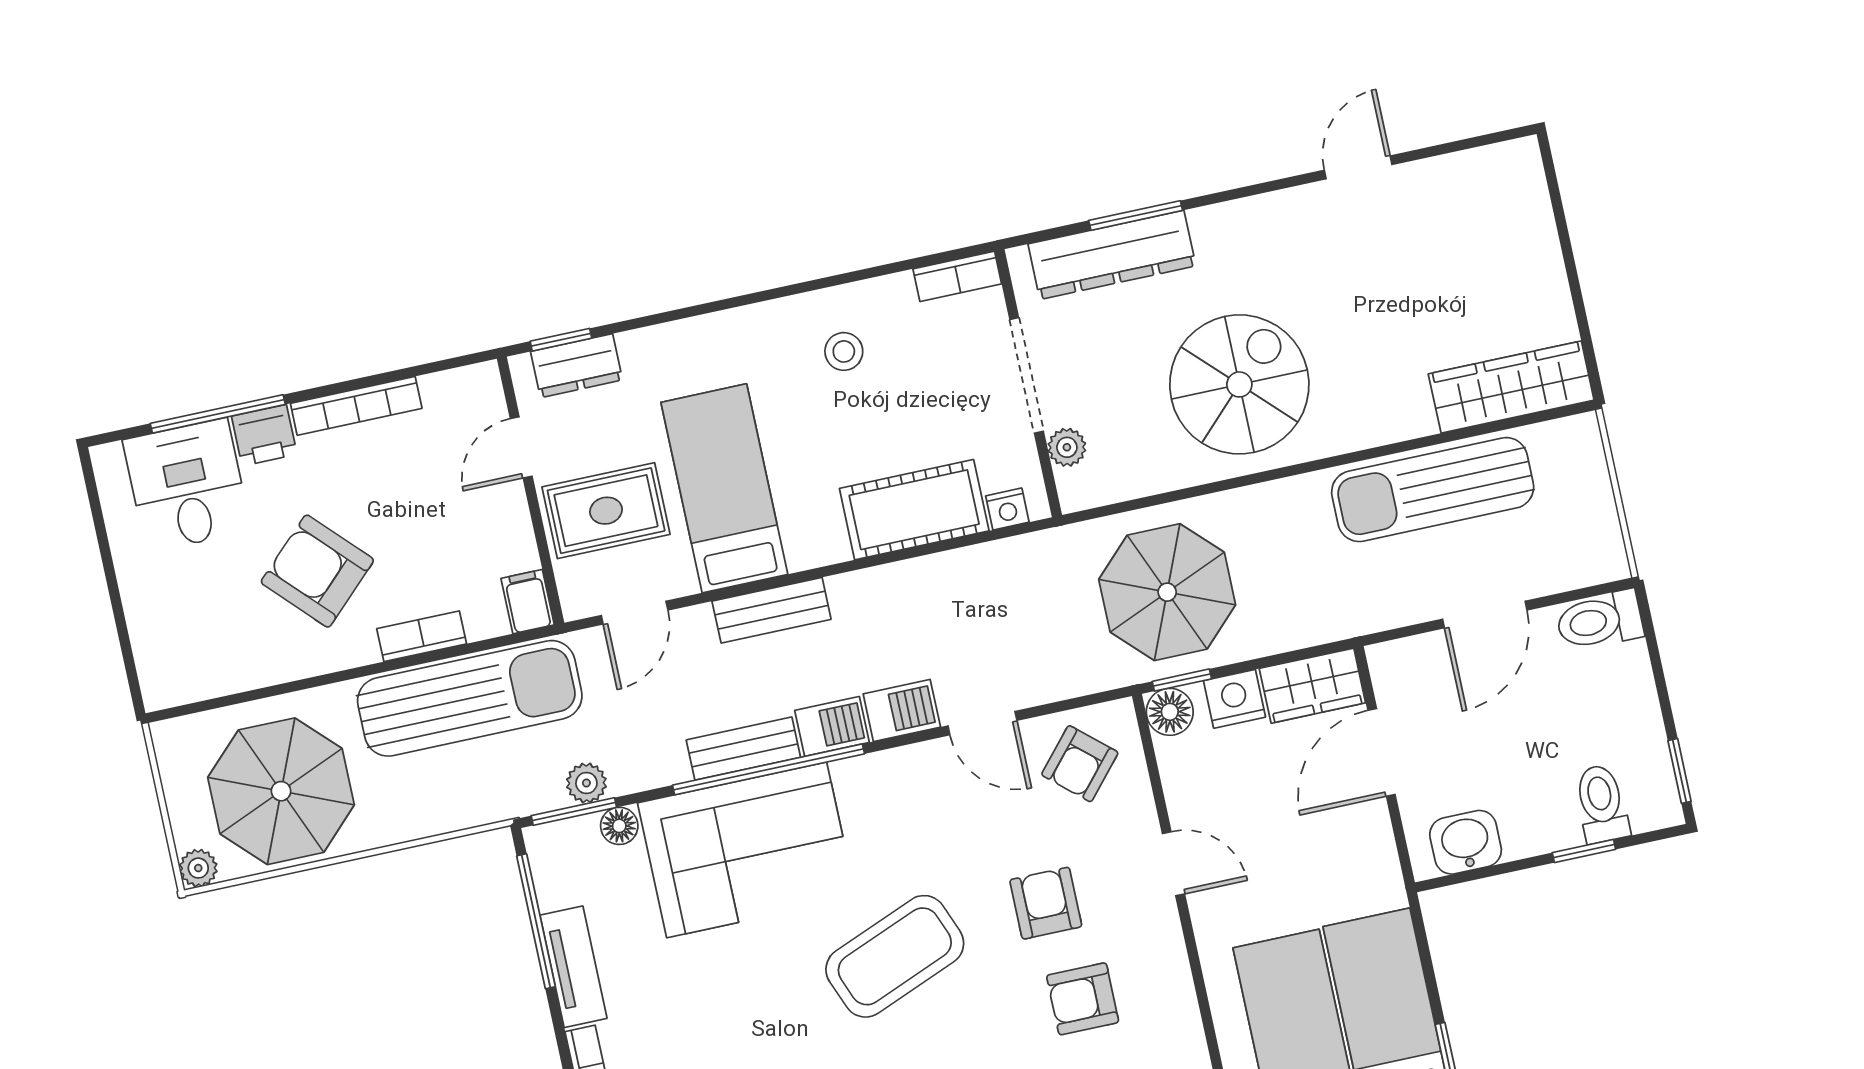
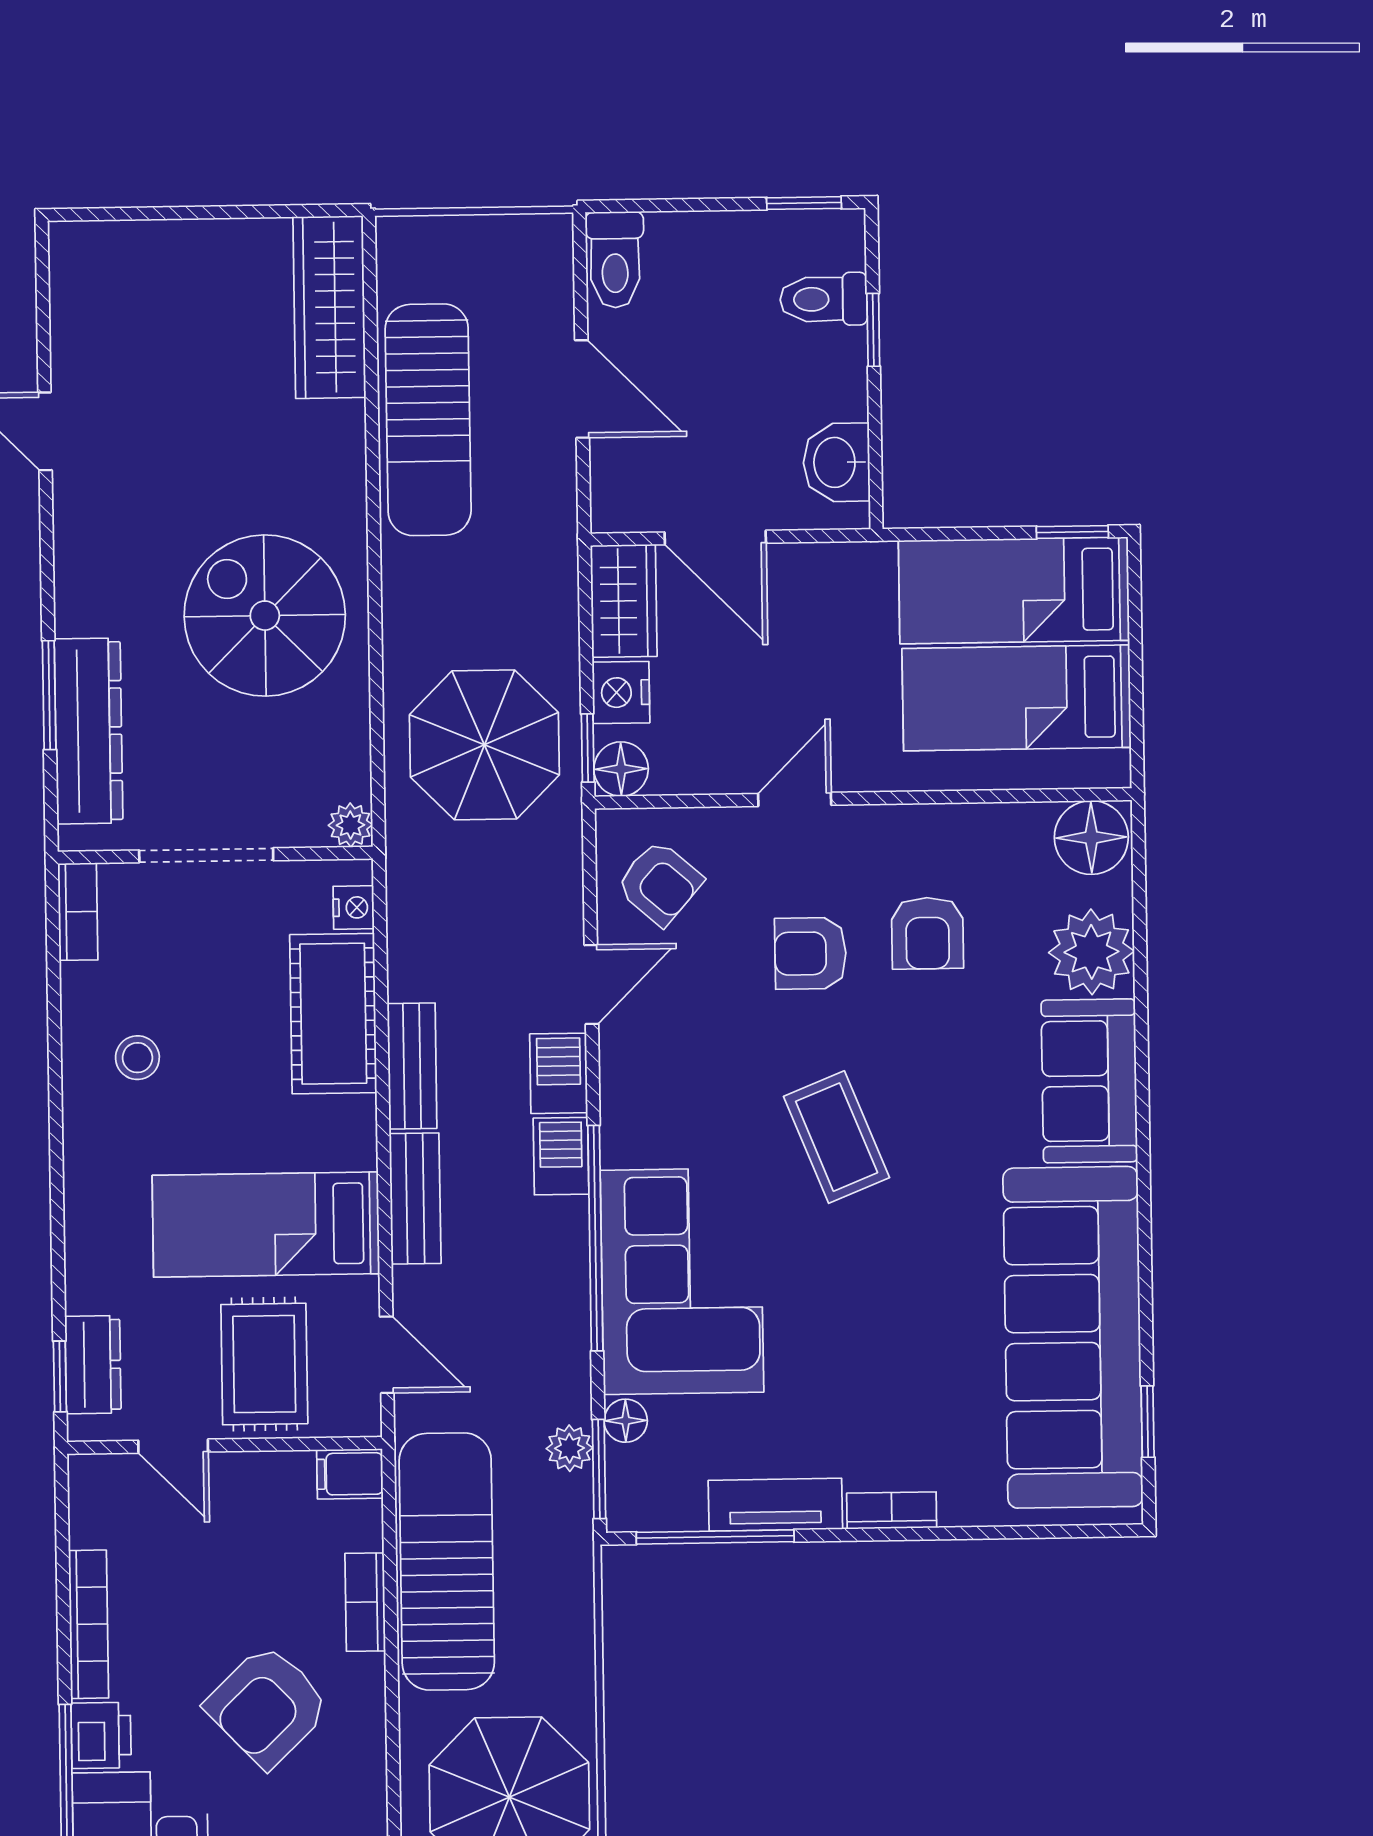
plant: (1067, 447) -> (350, 825), moved
bench: (743, 749) -> (412, 1066), moved
coffee table: (895, 956) -> (837, 1137), width x0.73, depth x0.76

